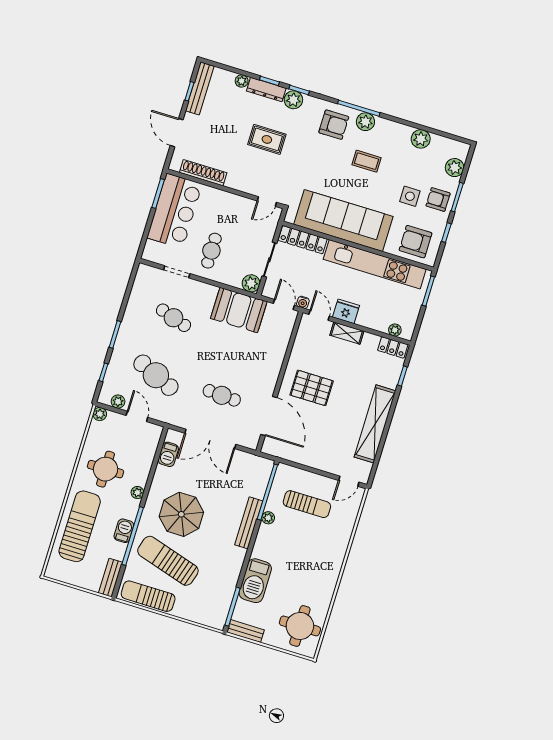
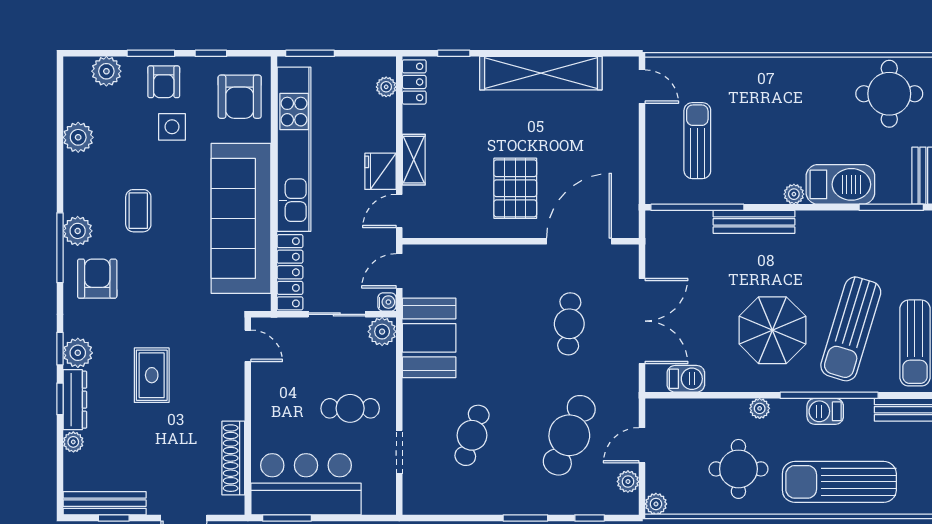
water cooler: (303, 302) -> (387, 302), moved
plant: (268, 518) -> (794, 194), moved

